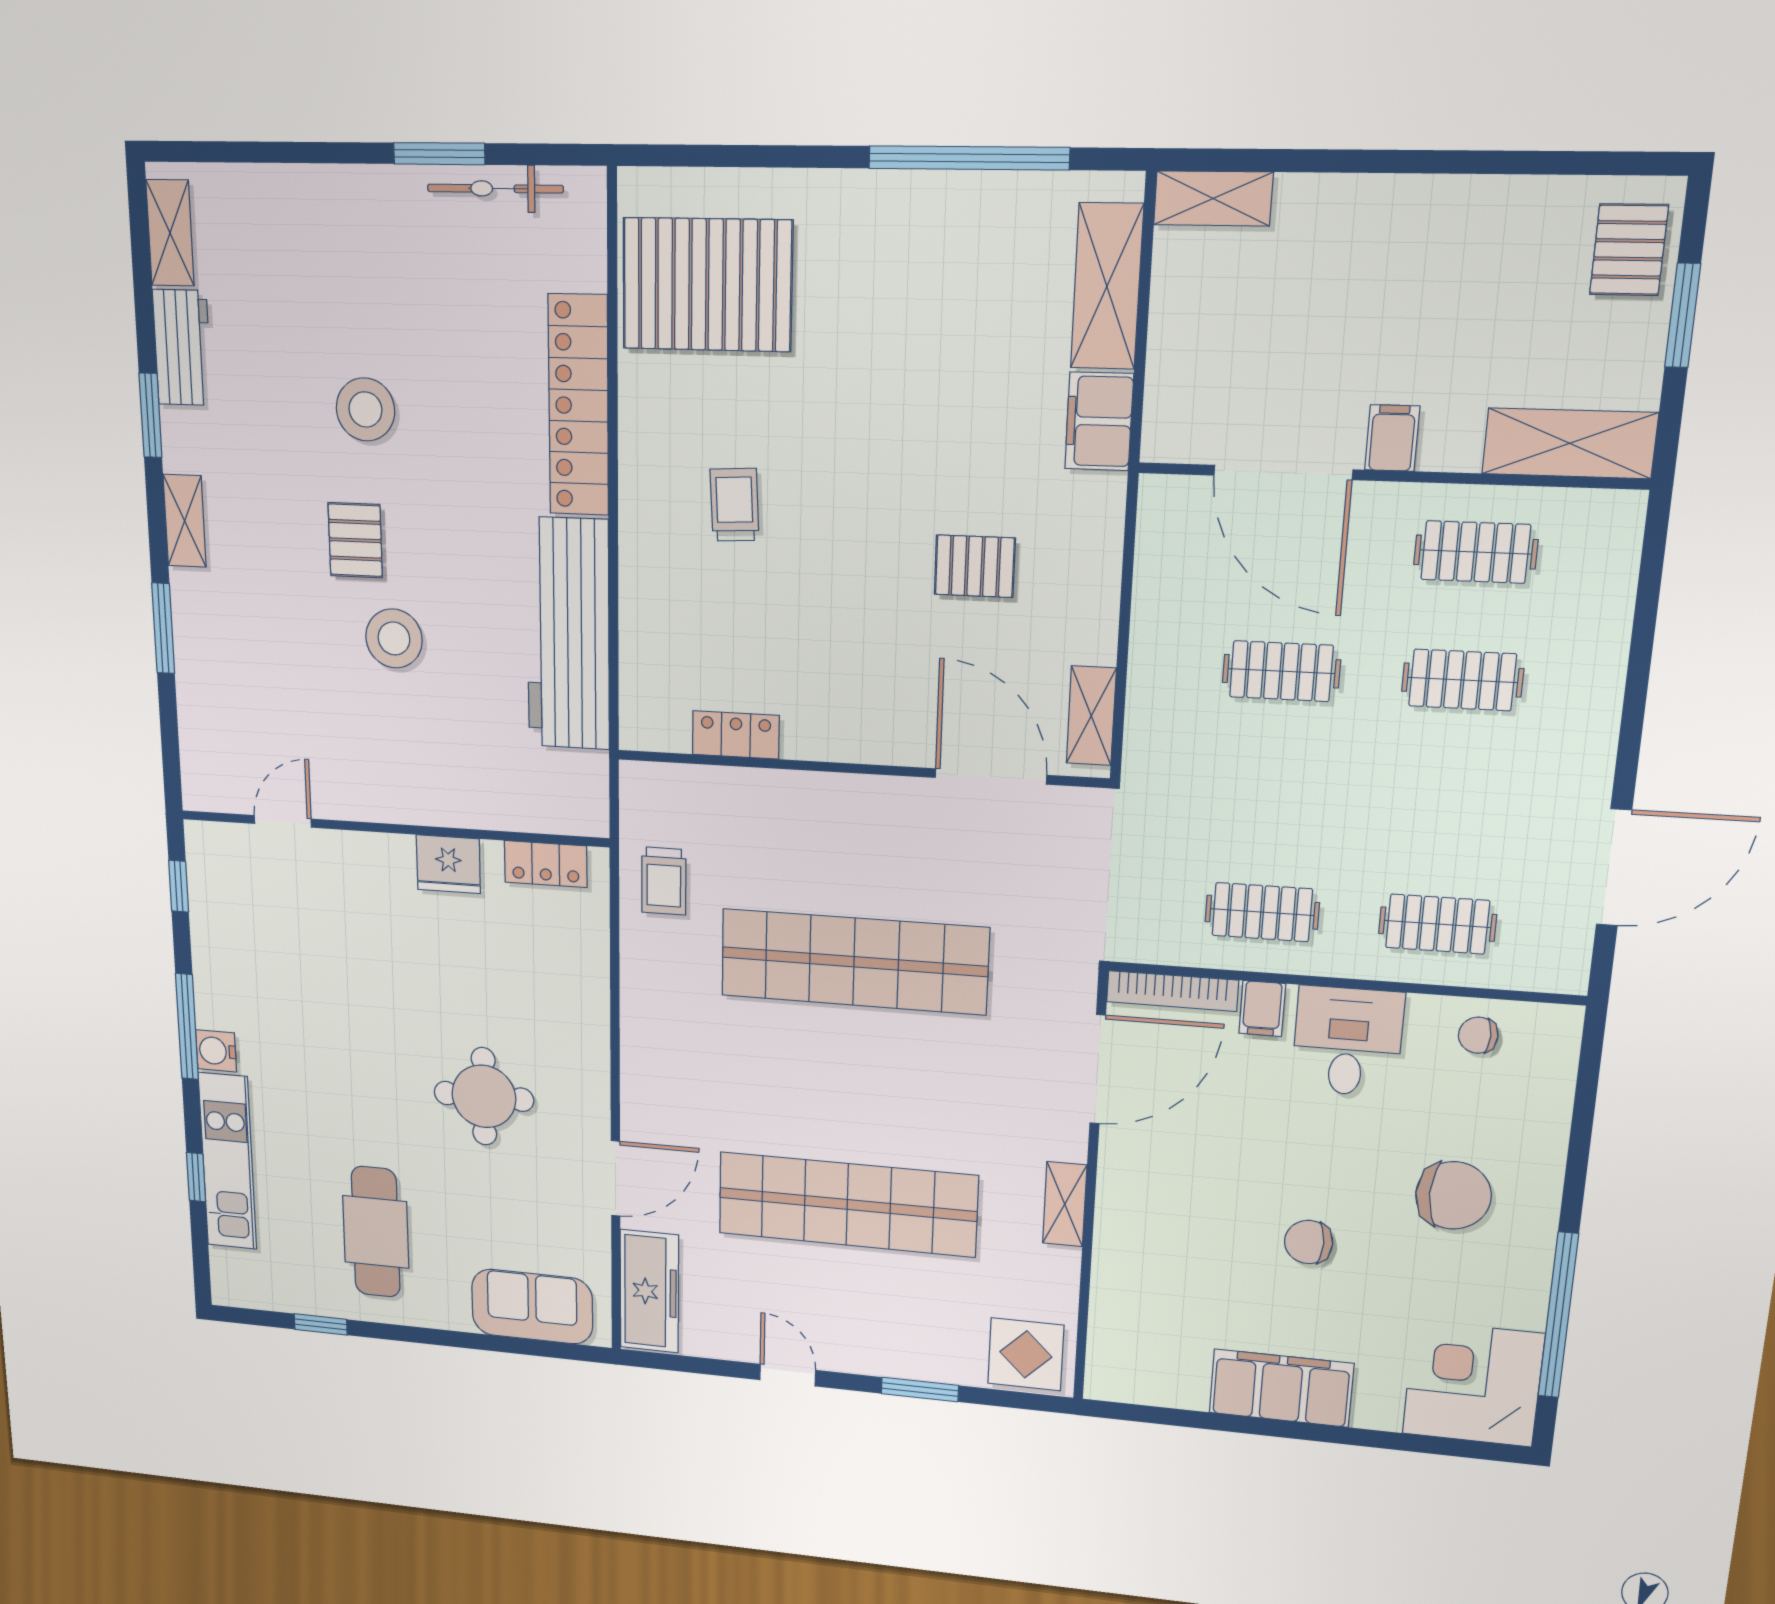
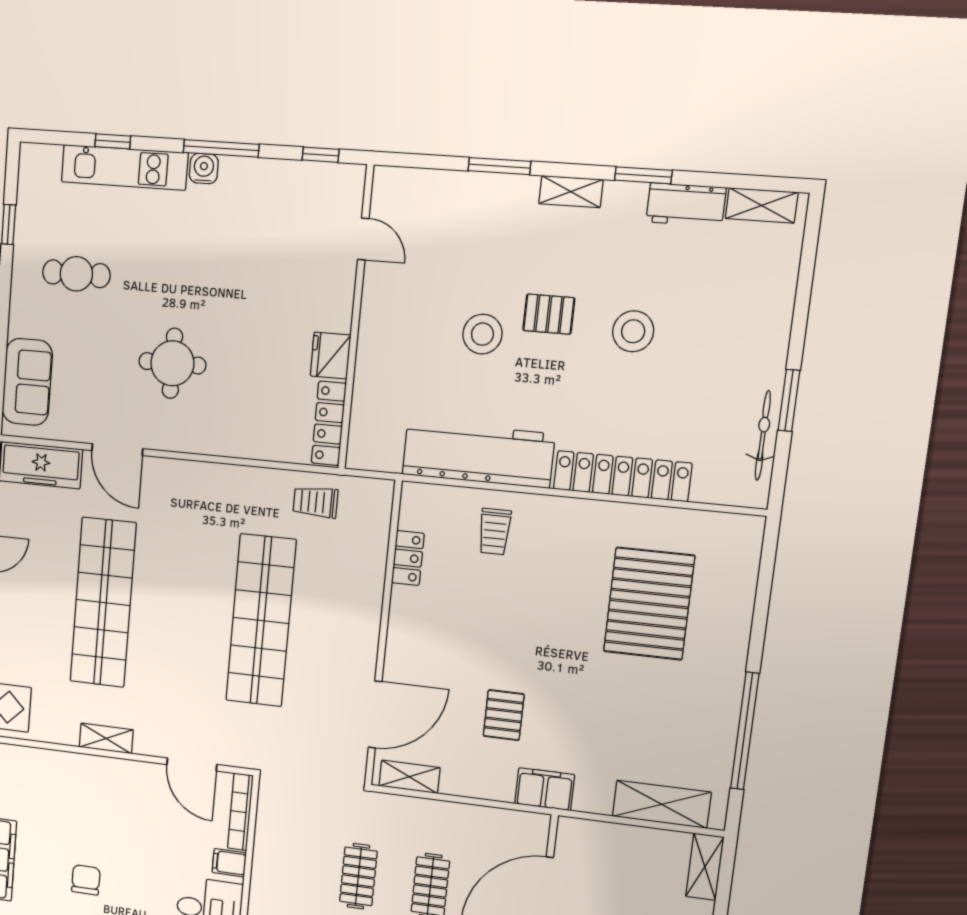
pallet: (707, 285) -> (649, 604), moved
filing cabinet: (1099, 421) -> (545, 789), moved
trolley: (734, 505) -> (495, 531), moved, turned 93
locker: (546, 864) -> (329, 423), width x1.53
clothes rail: (1262, 912) -> (358, 876), moved
door: (1098, 1069) -> (192, 765), width x0.73
cafe table: (376, 1232) -> (76, 274), width x0.73, depth x0.74

